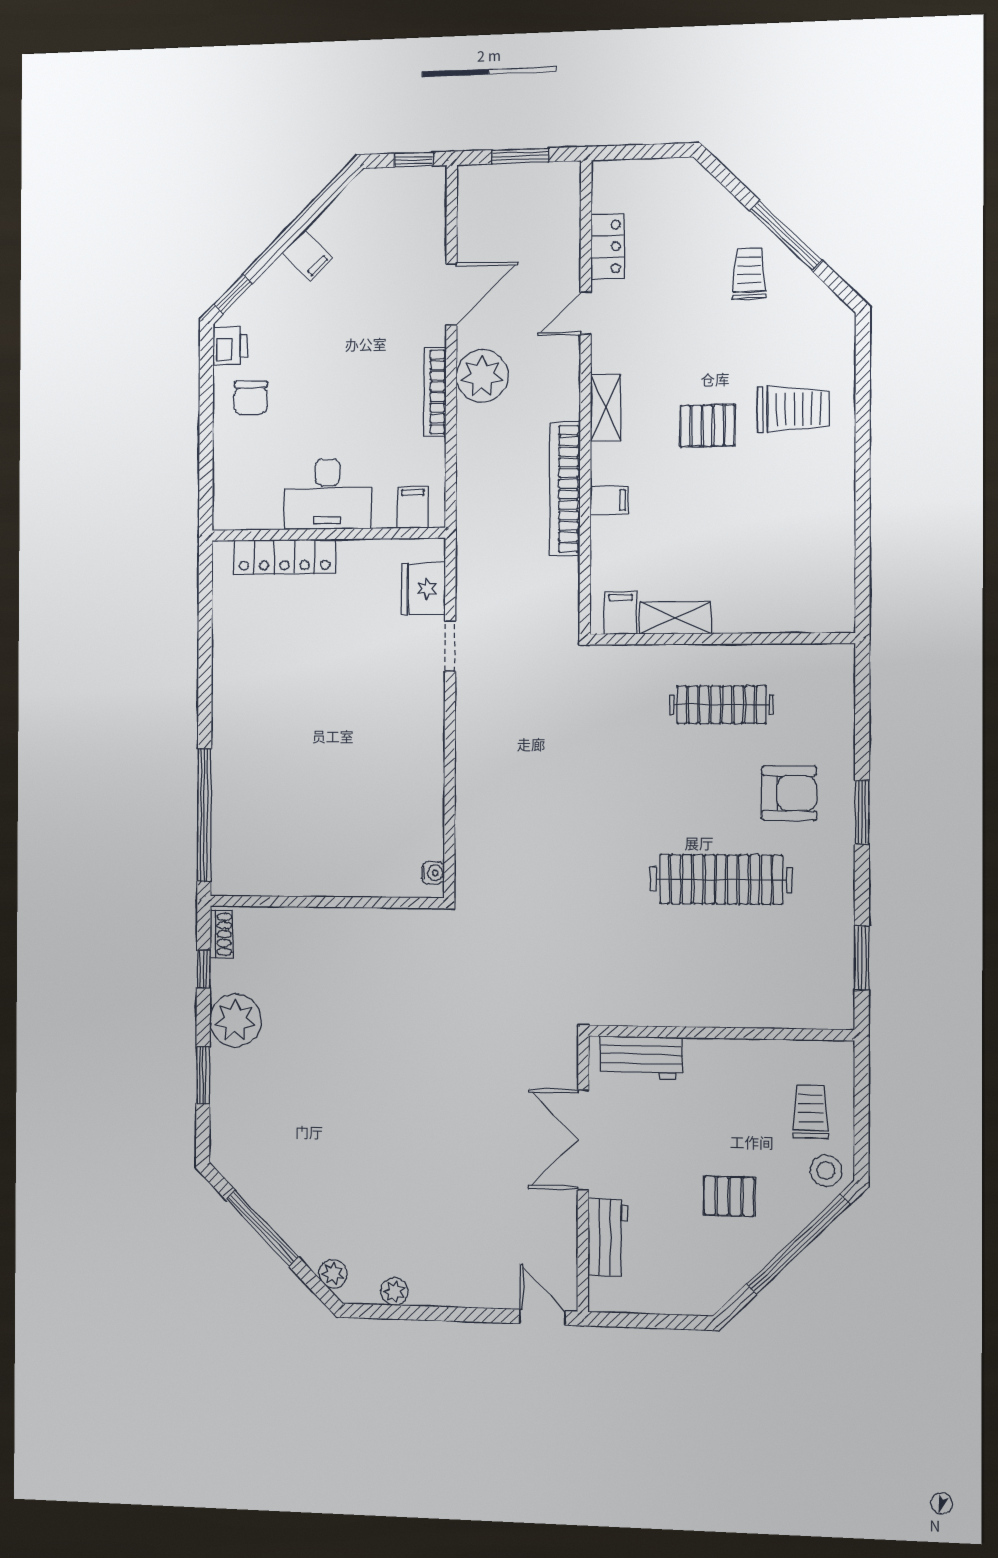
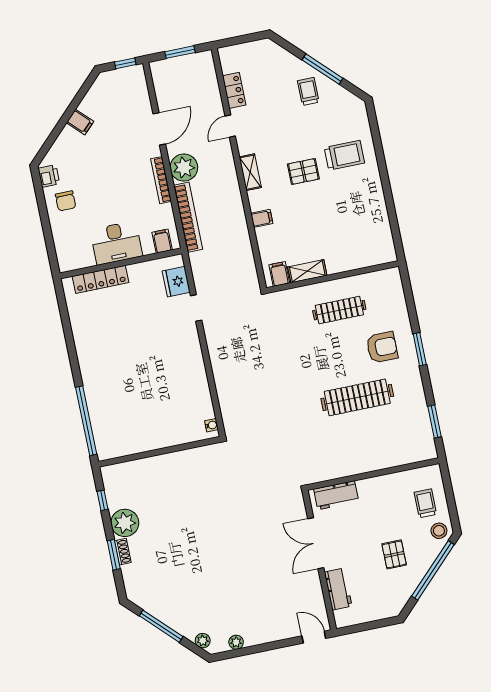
window: (233, 294) -> (45, 149), removed
bookcase: (565, 489) -> (188, 217), moved, turned 180
shoe rack: (221, 934) -> (123, 552), moved
pallet: (729, 1196) -> (394, 554), turned 90

